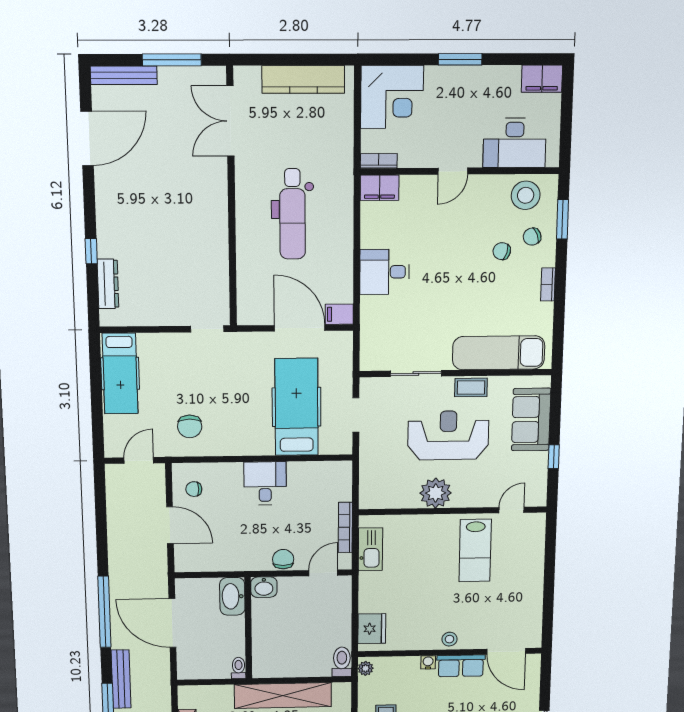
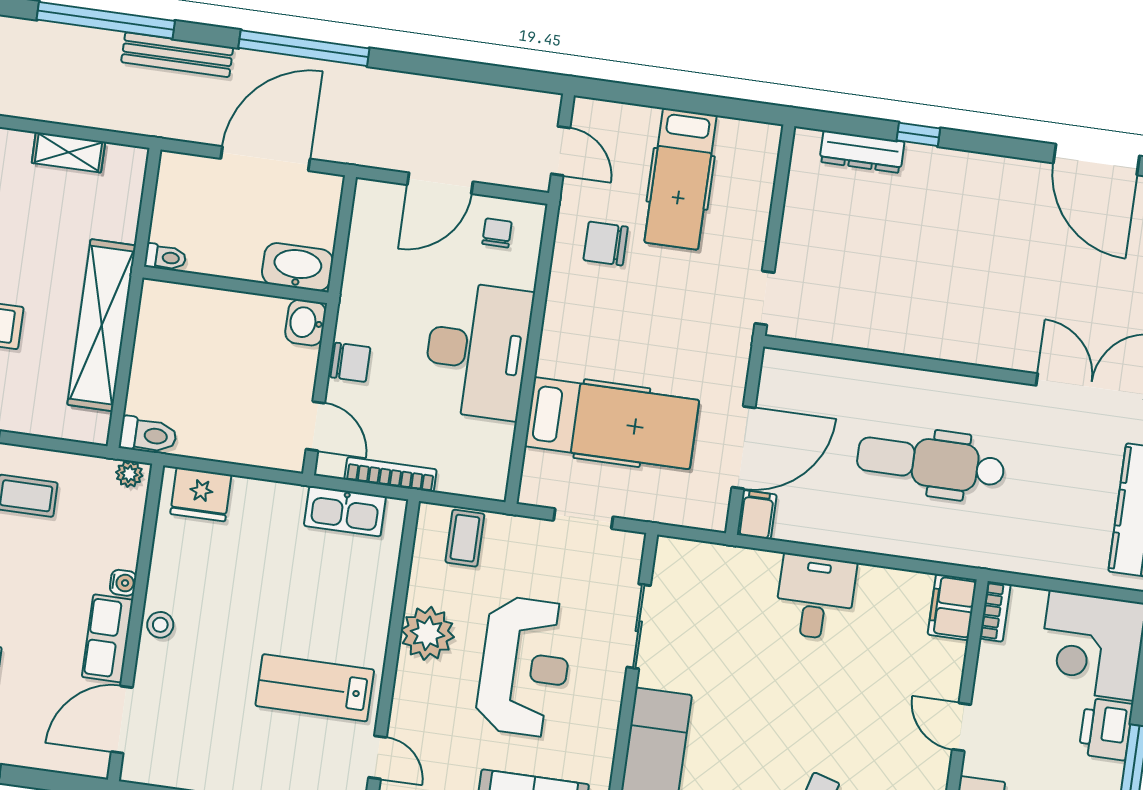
printer: (443, 80) -> (1106, 729), added
hospital bed: (120, 374) -> (681, 179), moved, turned -90
coffee table: (471, 387) -> (465, 538), moved
desk: (265, 483) -> (477, 350), width x1.87, depth x1.30

